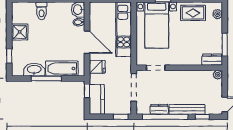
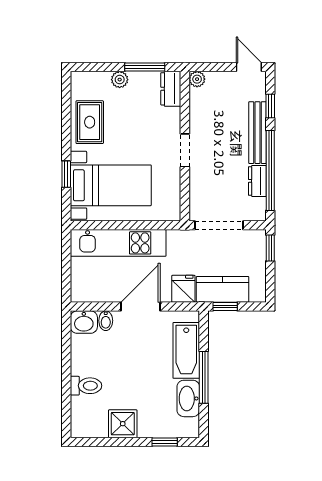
plant: (217, 14) -> (120, 80), moved
doorway: (156, 68) -> (185, 150), moved
kitchen counter: (97, 99) -> (223, 289), moved

